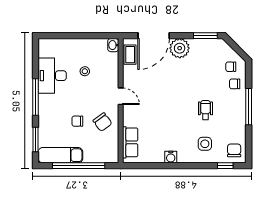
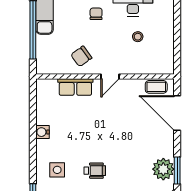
washbasin: (113, 45) -> (167, 68), removed
plant: (180, 48) -> (163, 169), moved
chair: (77, 121) -> (96, 14), moved
row of seats: (130, 142) -> (75, 87), moved

